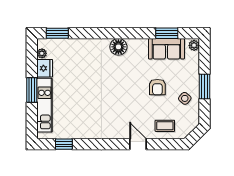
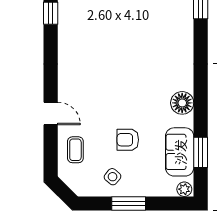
floor lamp: (118, 47) -> (182, 103), moved
door: (138, 144) -> (51, 113), hinge flipped

